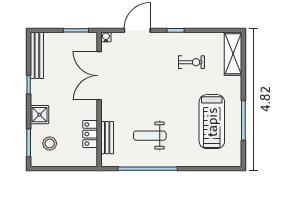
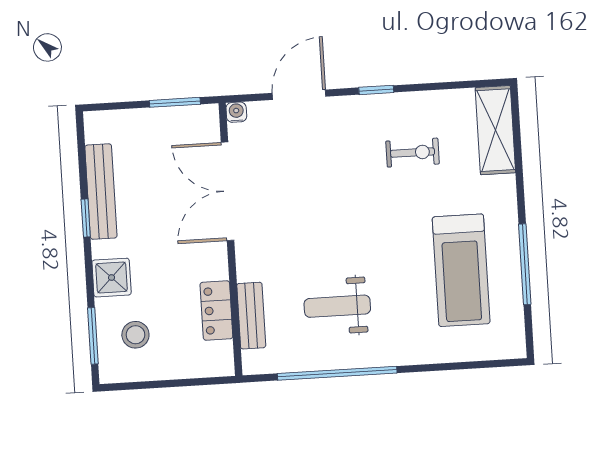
bench: (37, 55) -> (101, 192), moved

